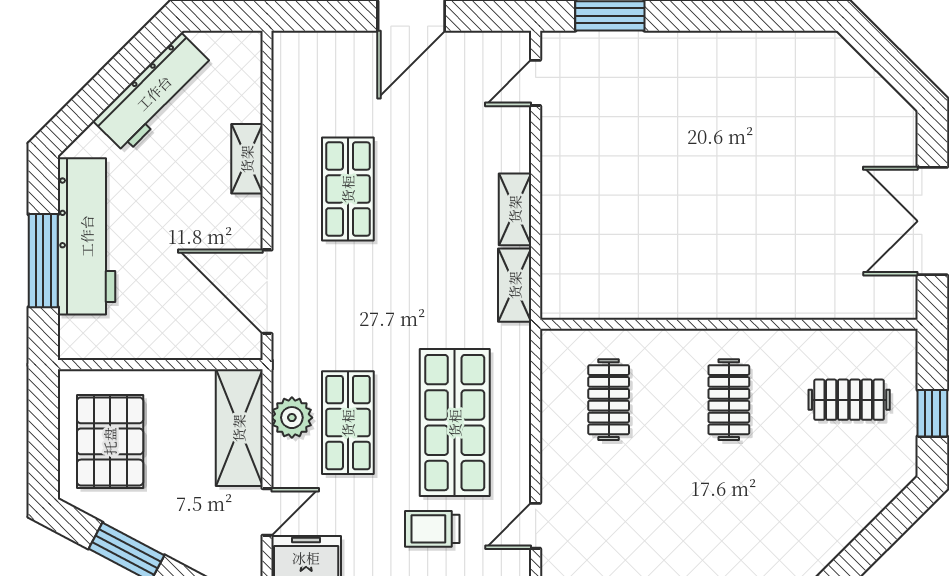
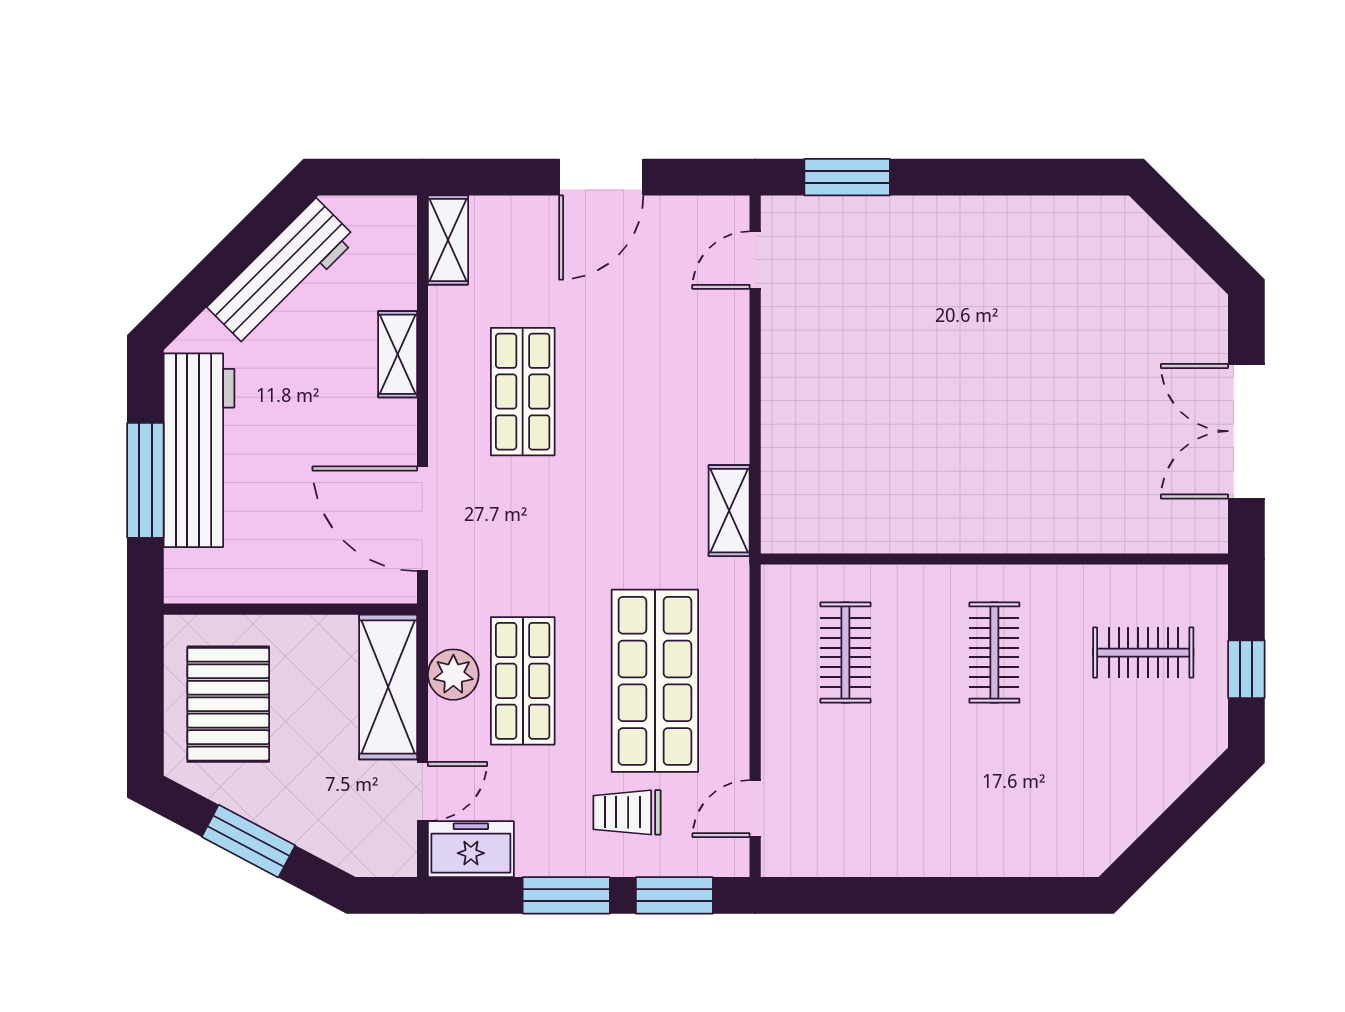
shelving: (515, 209) -> (448, 240), moved

